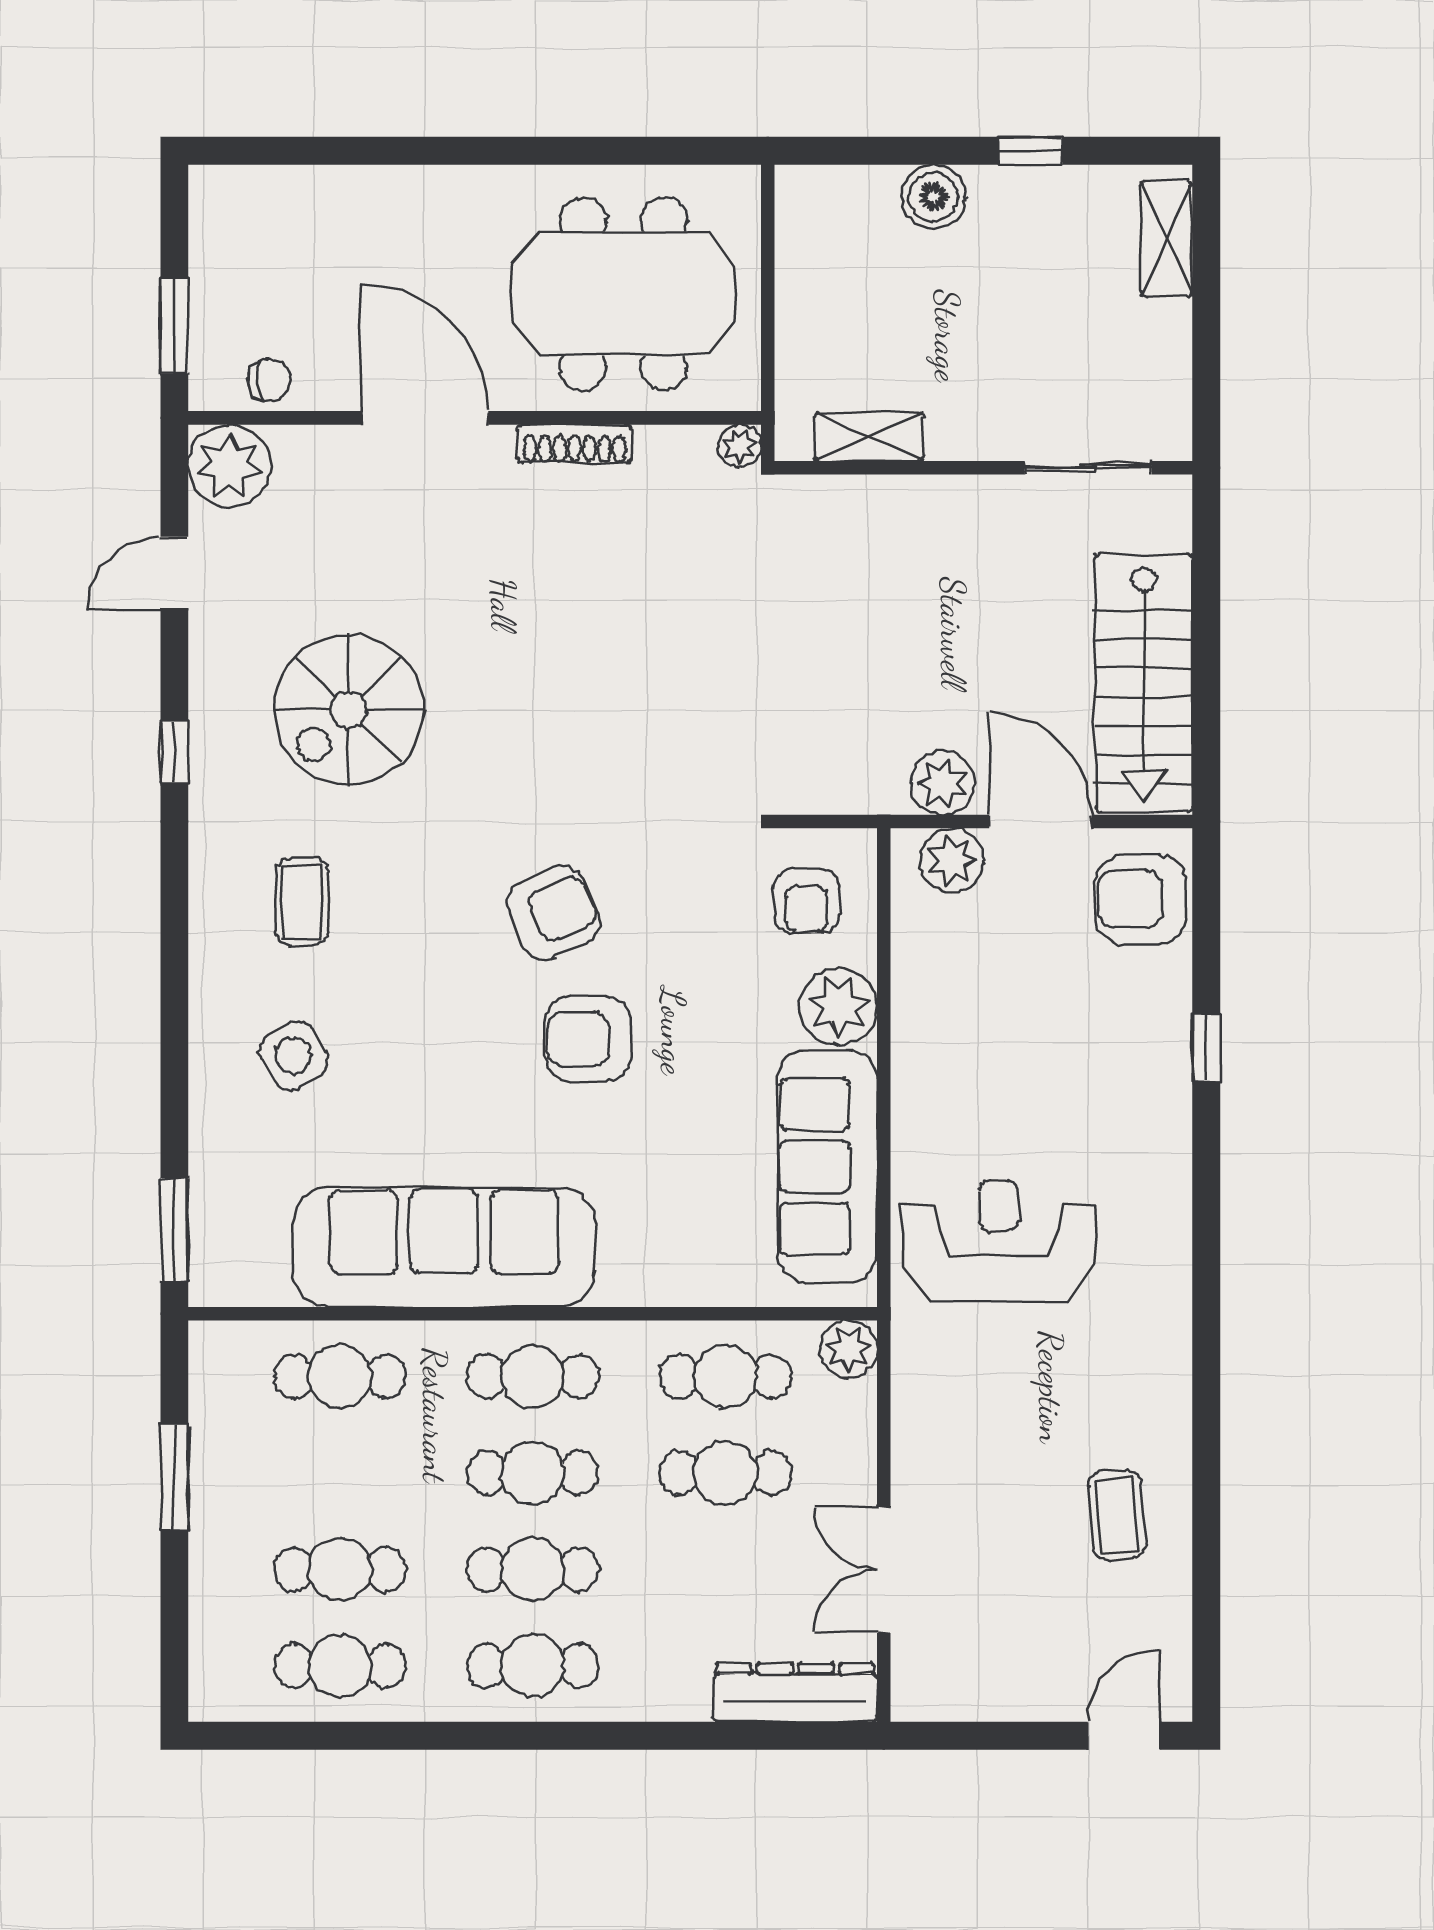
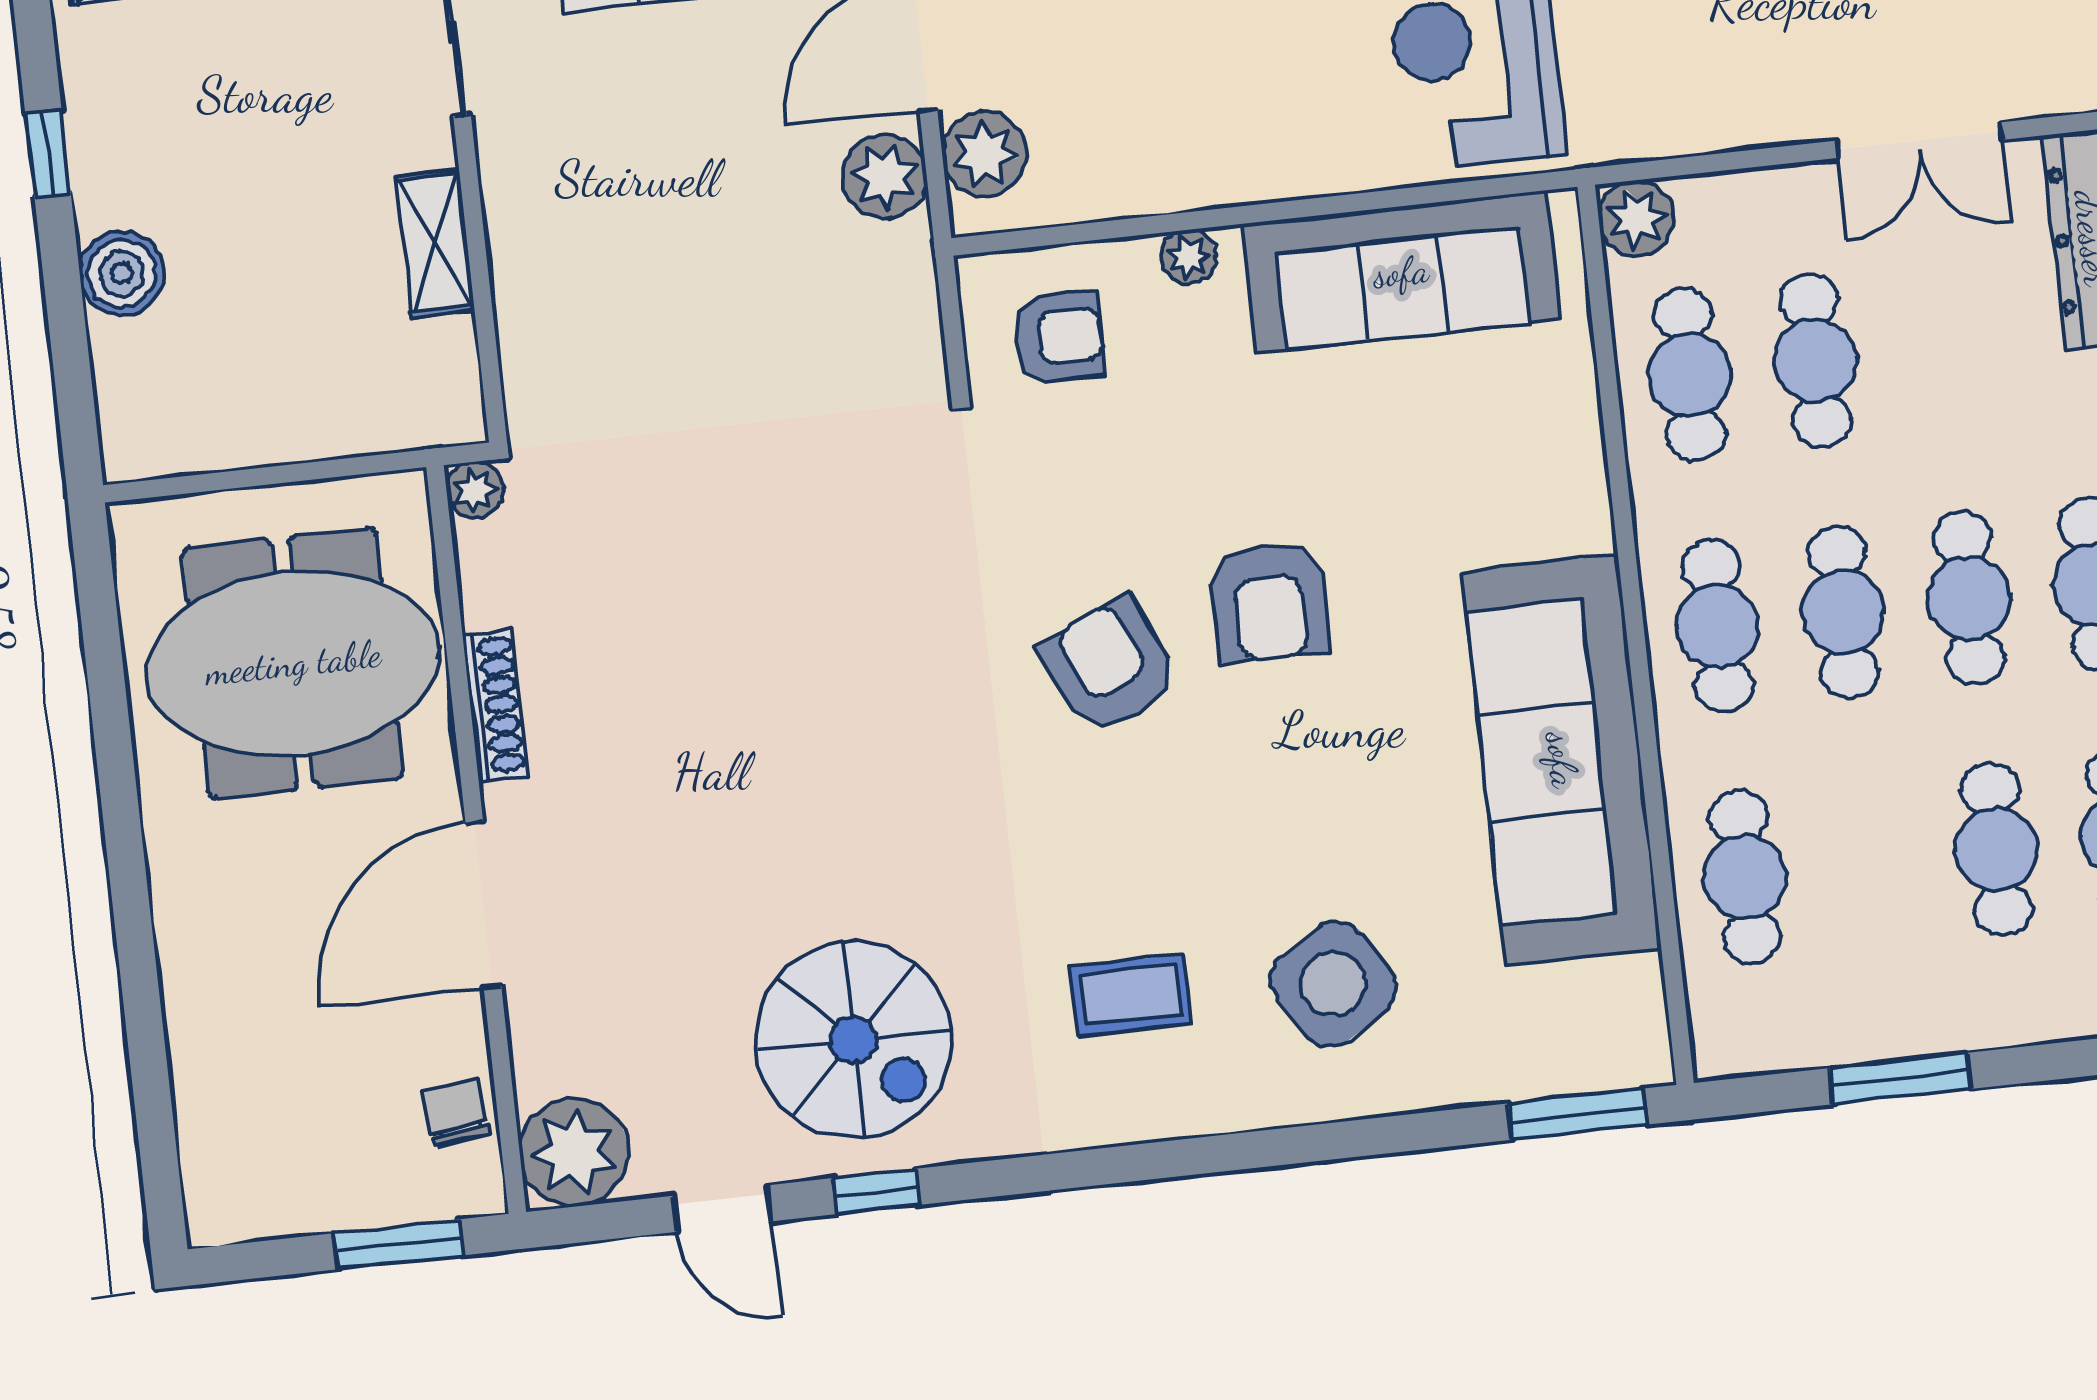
meeting table: (624, 294) -> (293, 663), turned 90
shelving: (869, 437) -> (435, 243), moved
spiral stairs: (348, 710) -> (854, 1040), moved
window: (174, 752) -> (877, 1191), moved
plant: (839, 1007) -> (1189, 257), width x0.53, depth x0.53
side table: (294, 1056) -> (1333, 984), width x1.37, depth x1.37

